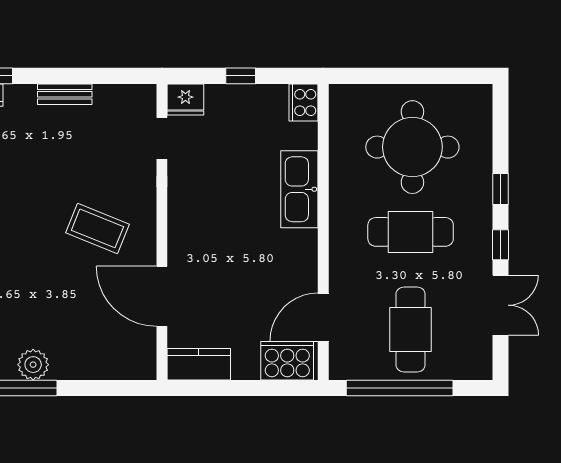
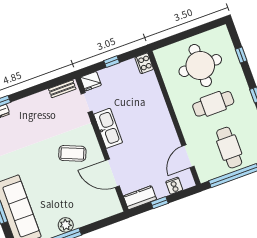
bench: (65, 94) -> (62, 89), moved
kitchen sink: (299, 189) -> (108, 128), moved, turned 180
window: (500, 189) -> (241, 55), moved
cooker: (287, 361) -> (174, 186), width x0.53, depth x0.76
window: (234, 388) -> (159, 203), added

